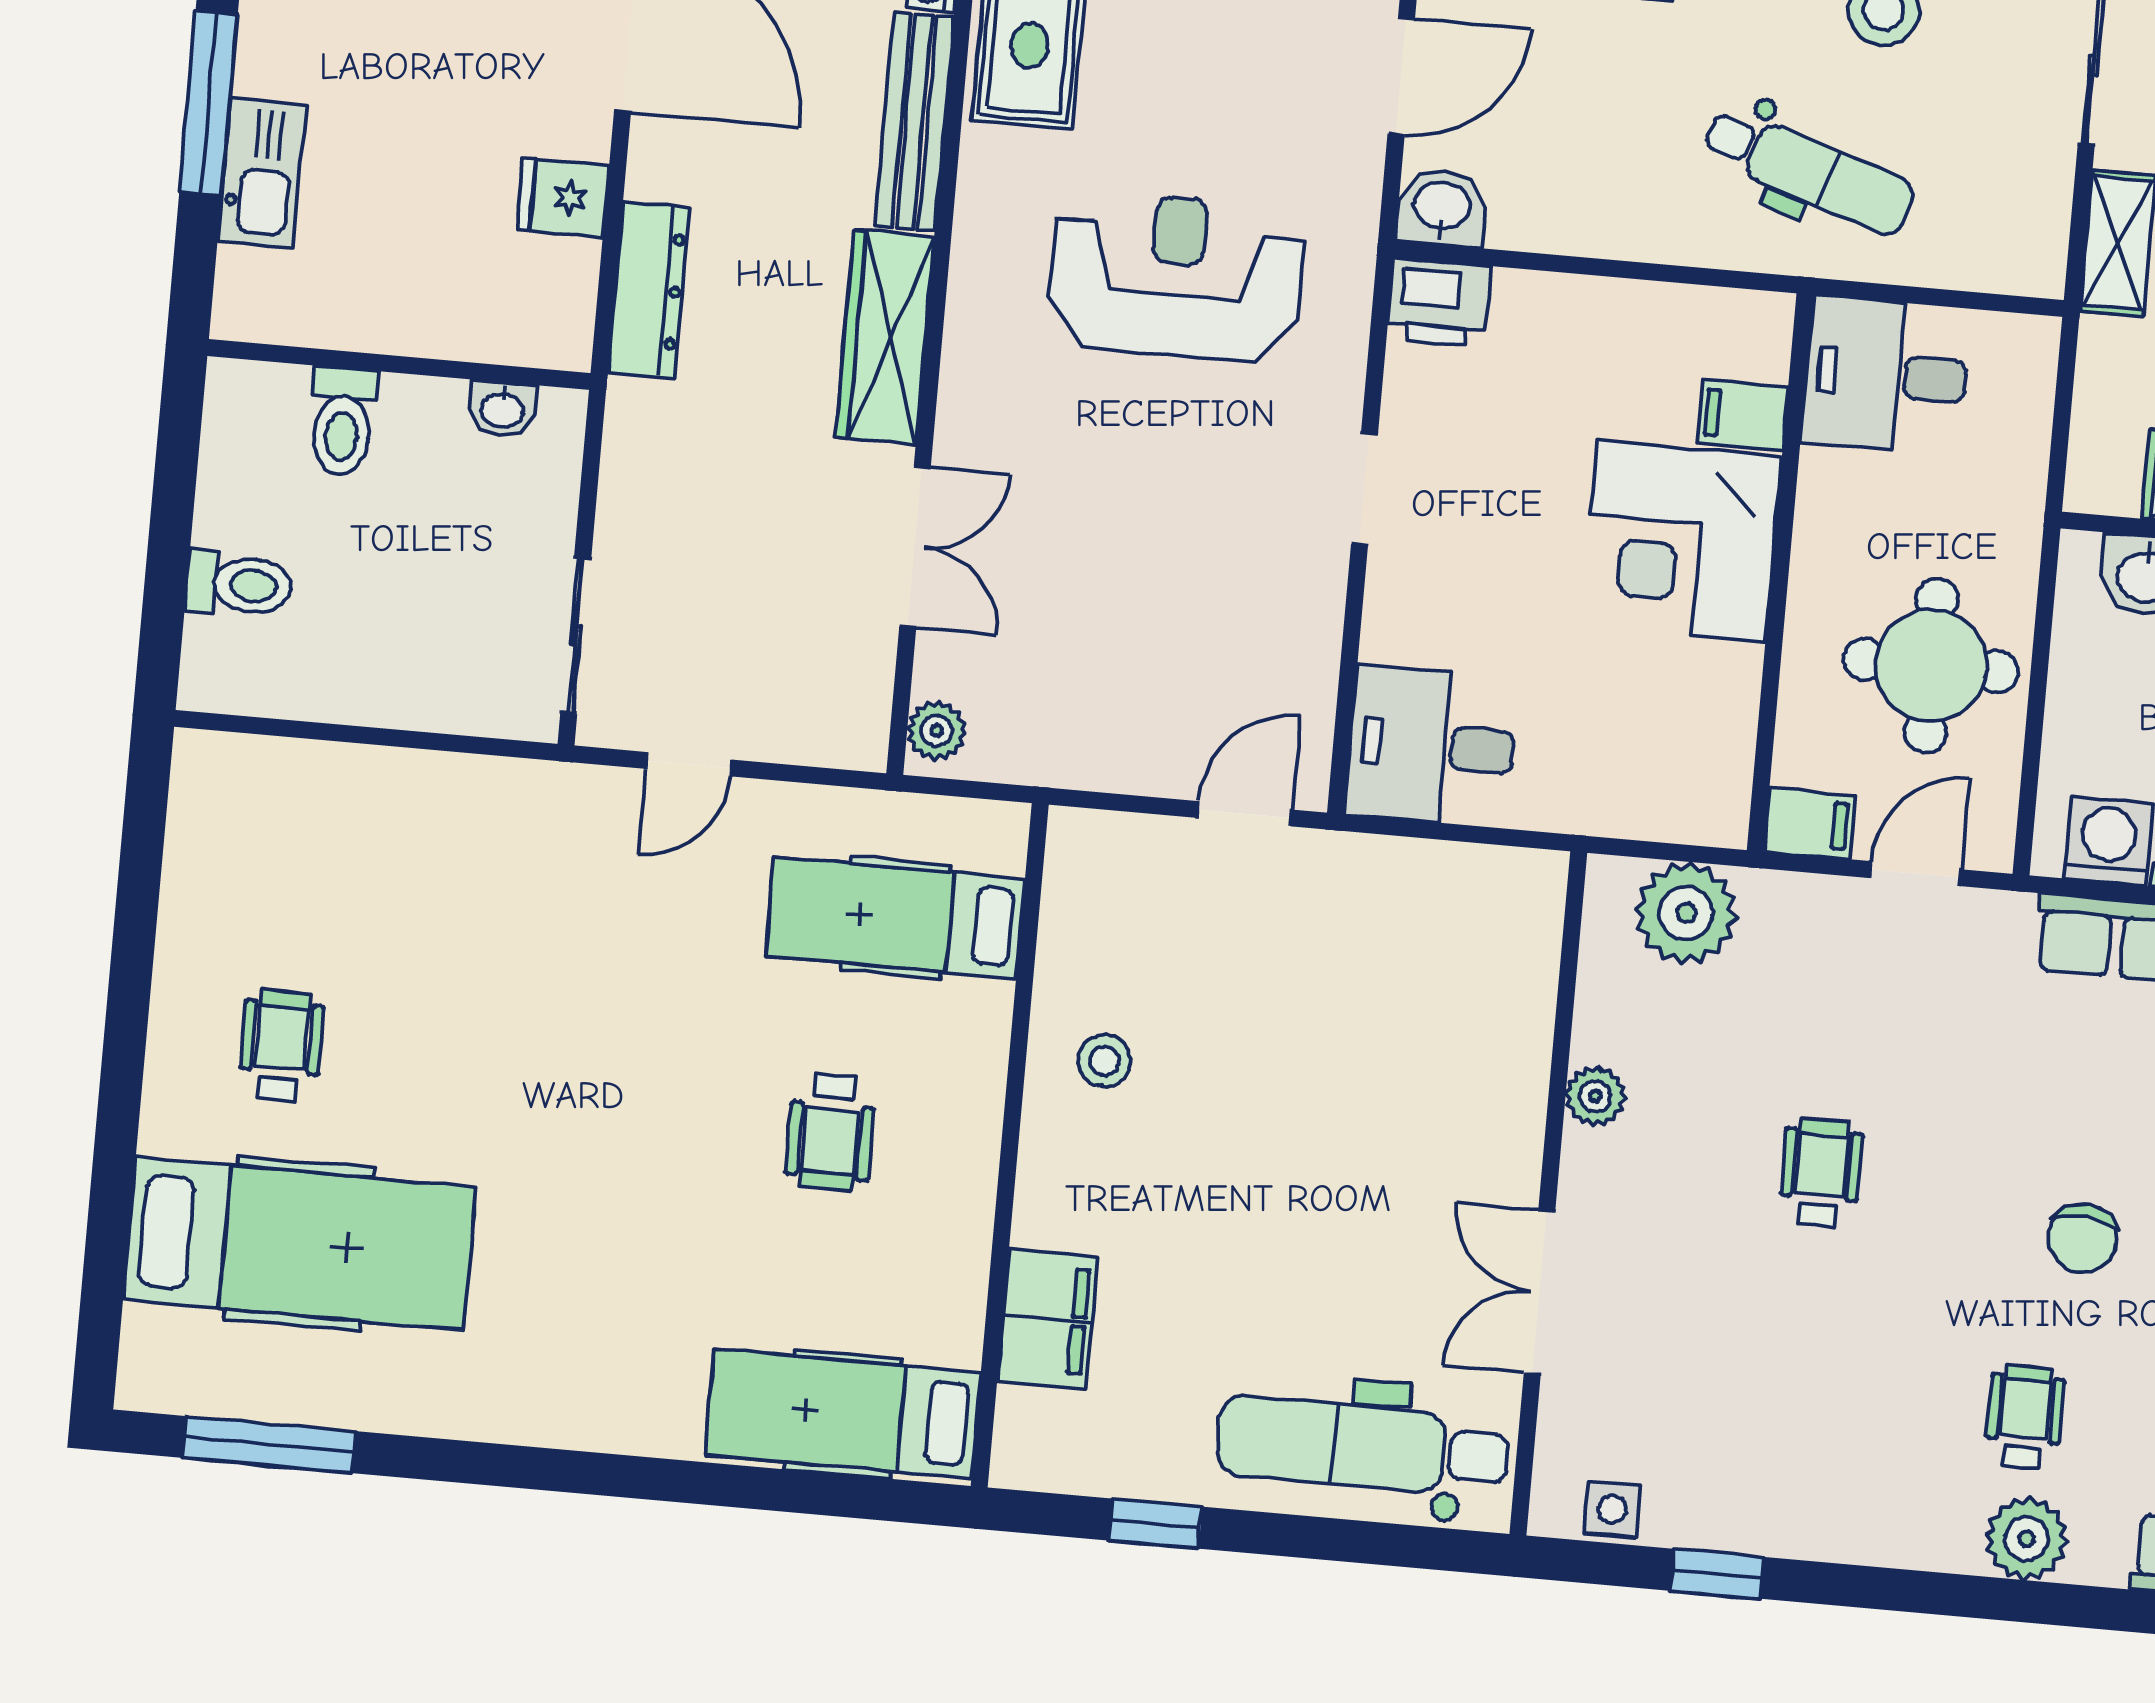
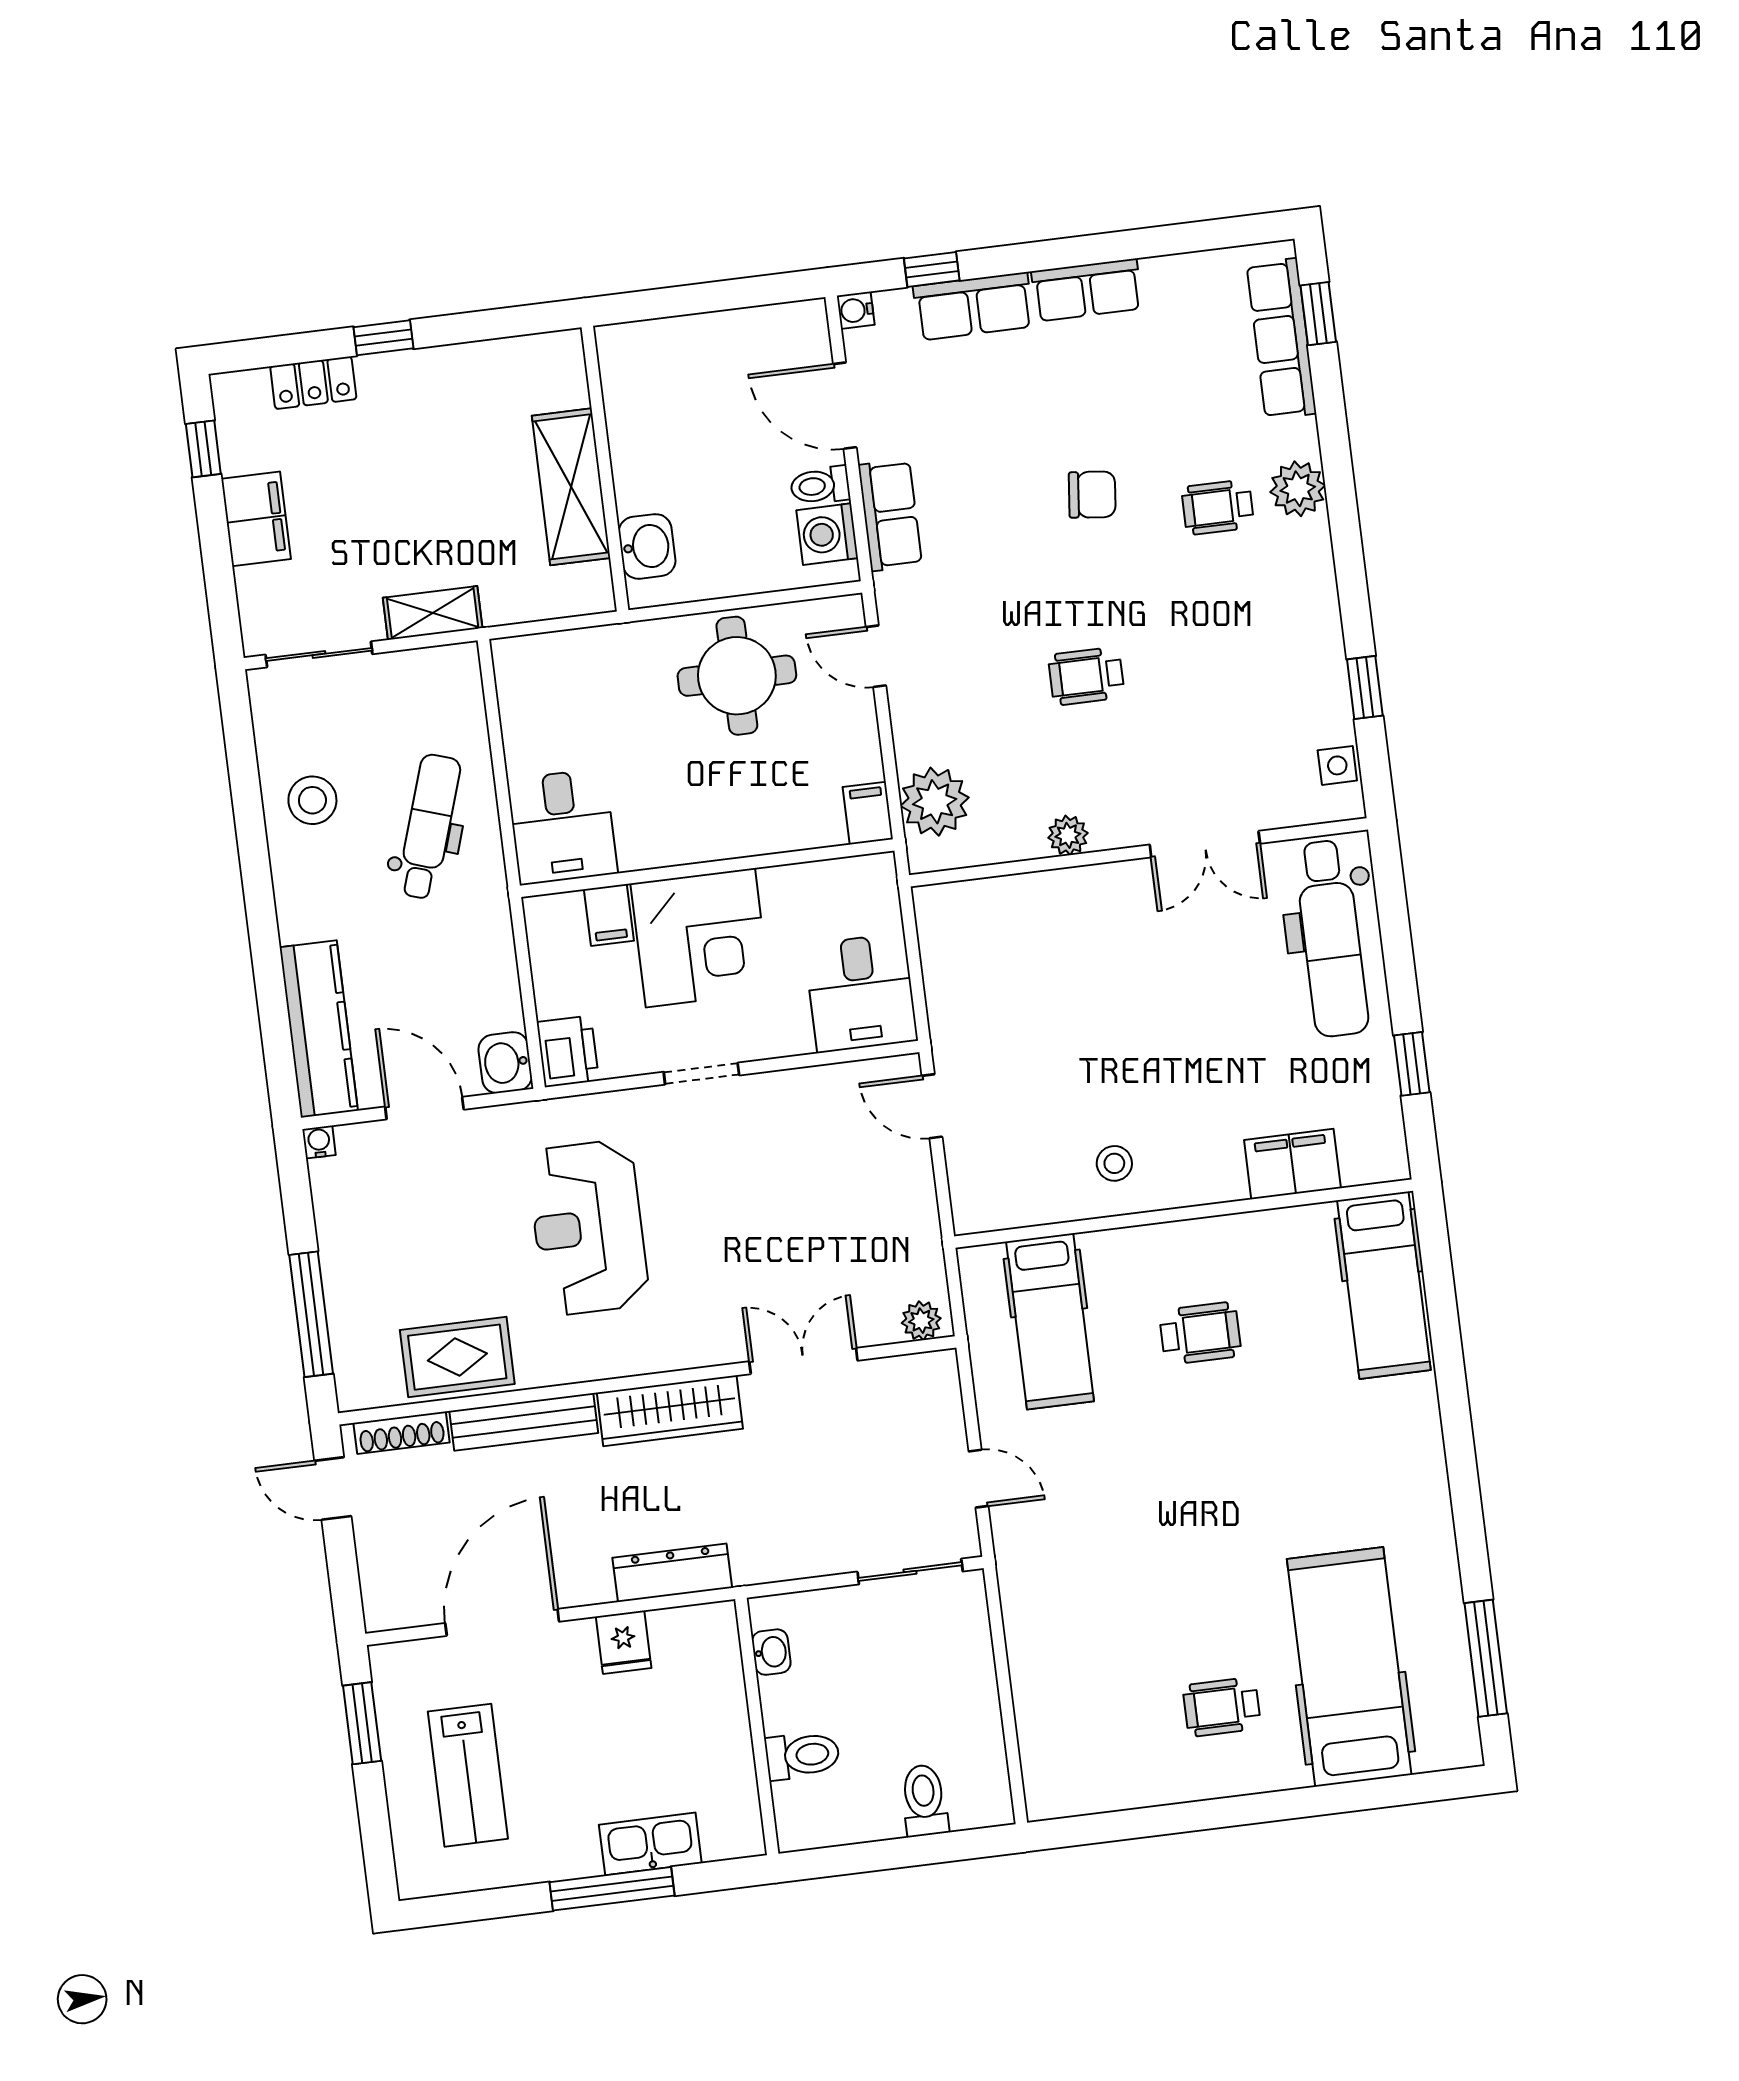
desk: (1886, 375) -> (562, 826), moved
filing cabinet: (1743, 415) -> (609, 915), moved
corner desk: (1681, 541) -> (700, 938), moved
wall: (1780, 572) -> (707, 868), moved
filing cabinet: (1809, 823) -> (868, 813), moved

